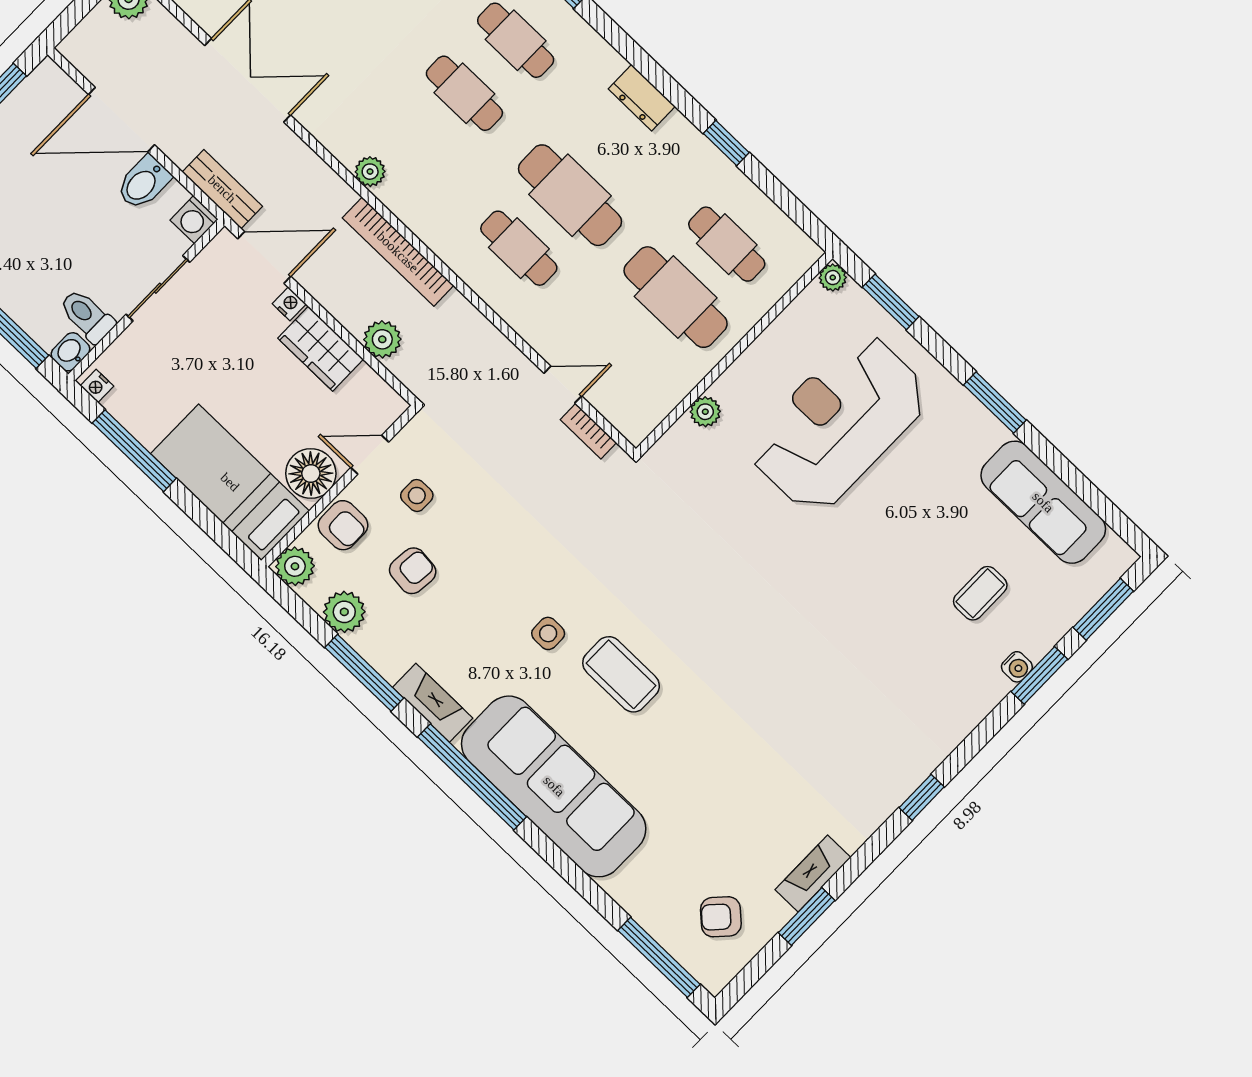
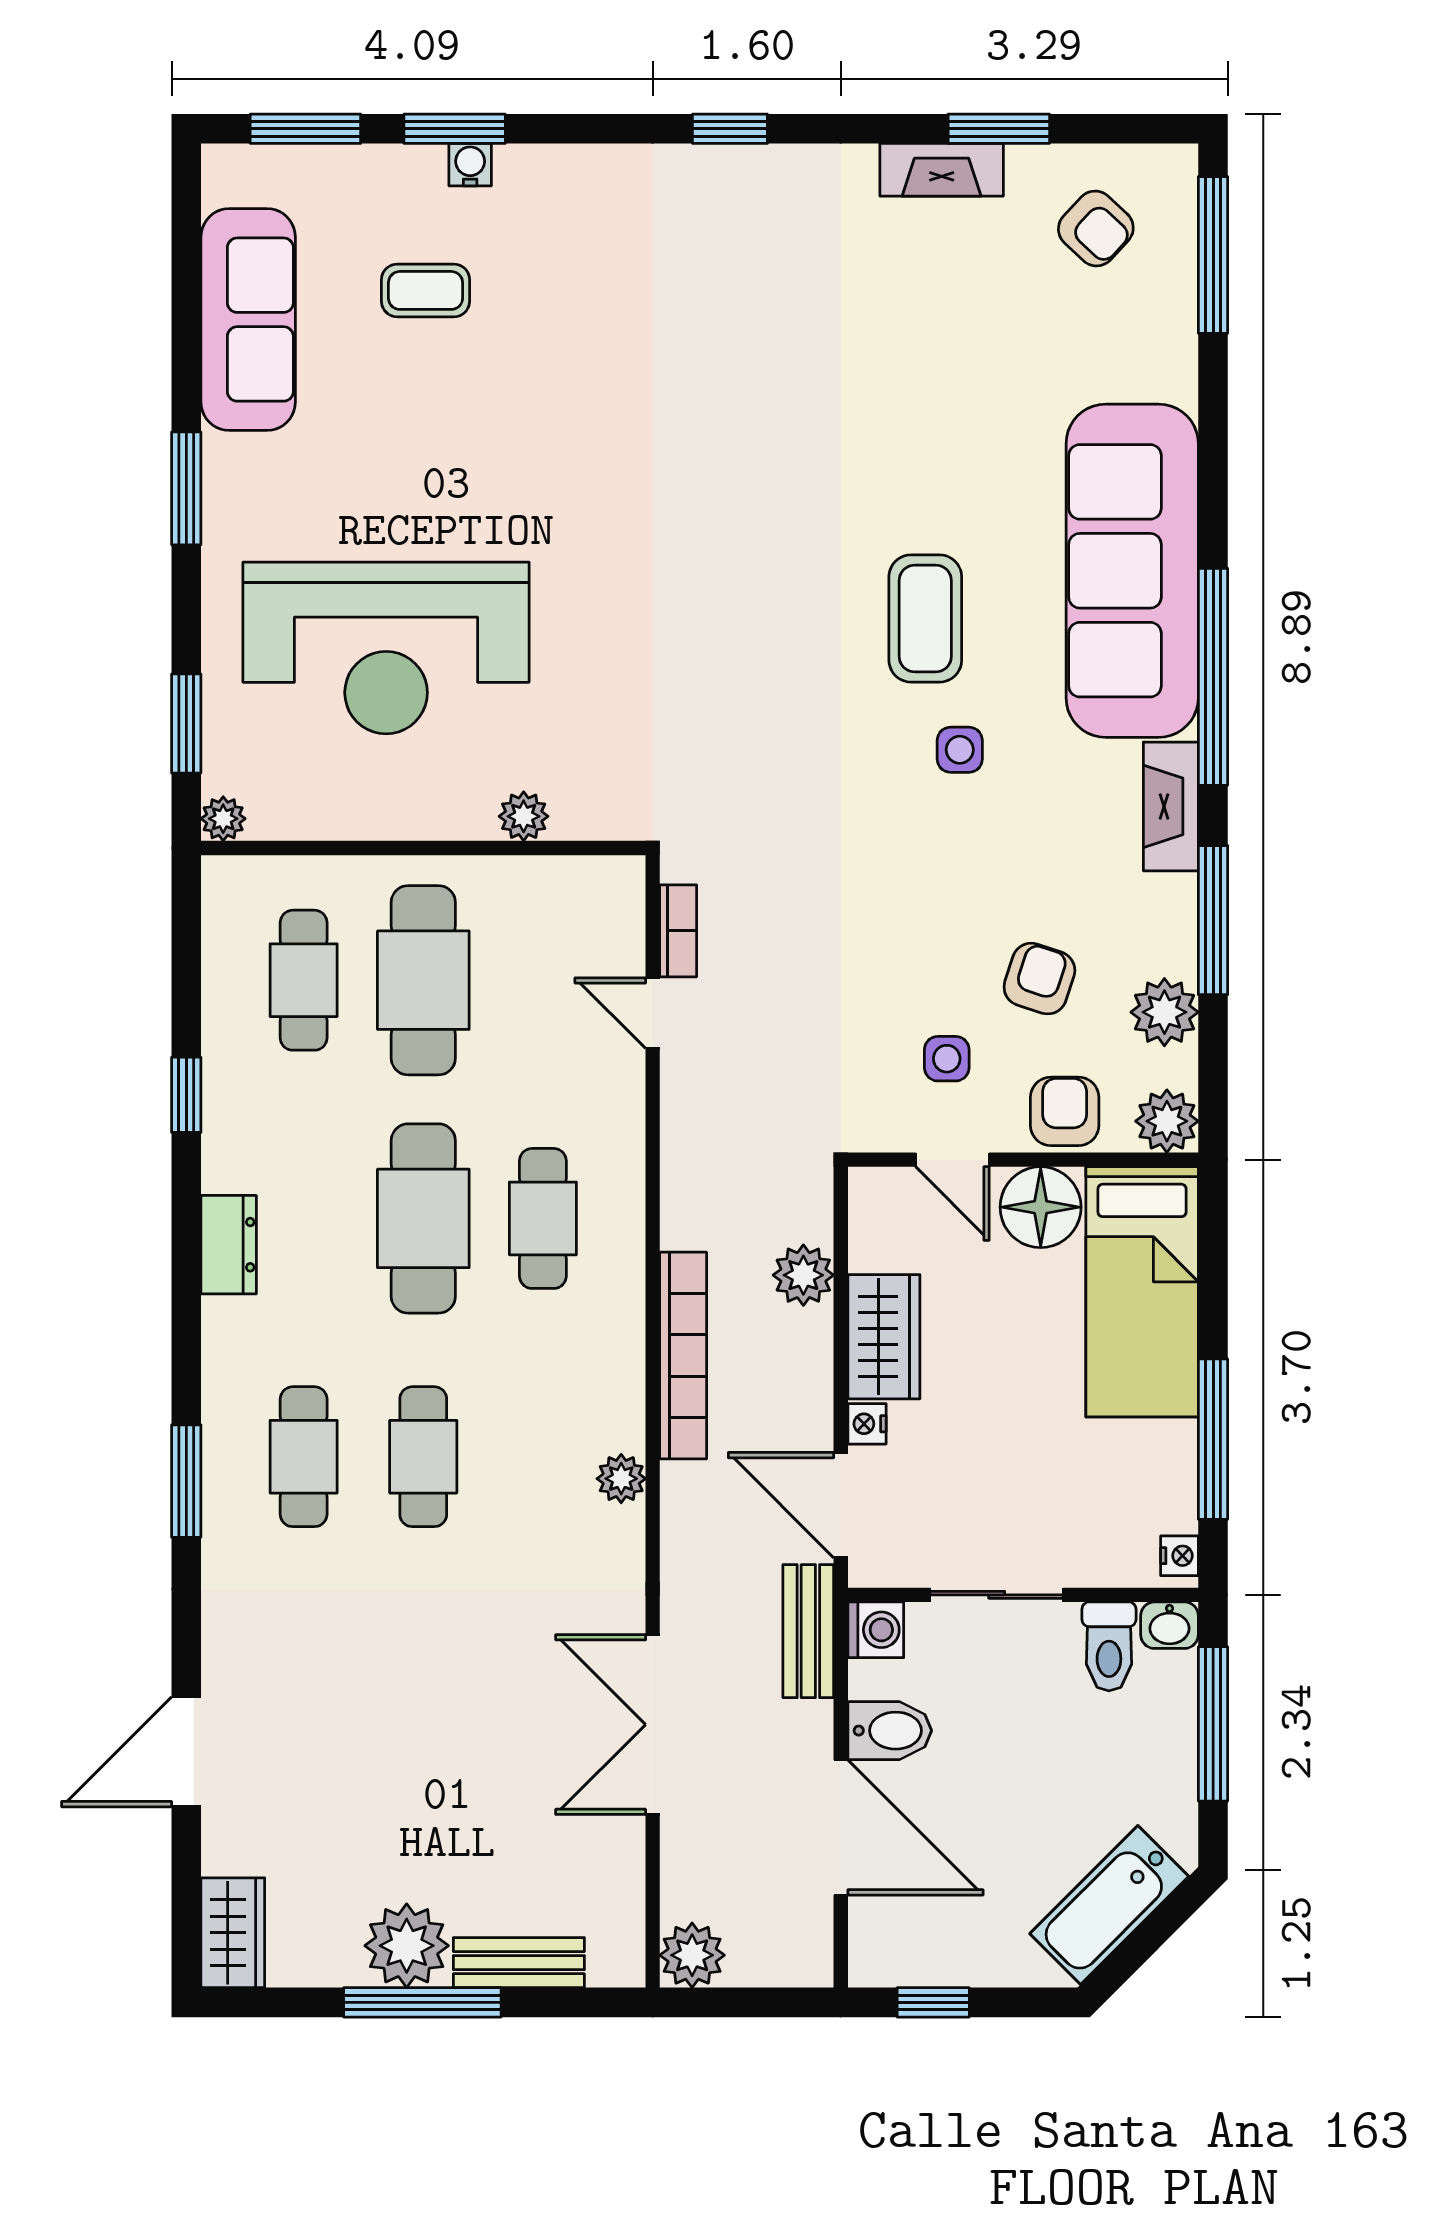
armchair: (413, 571) -> (1039, 979), turned 102

